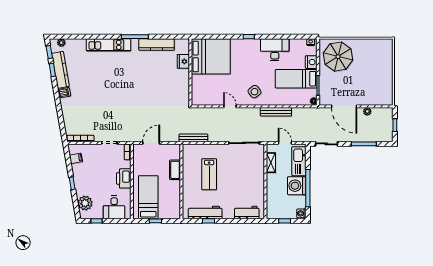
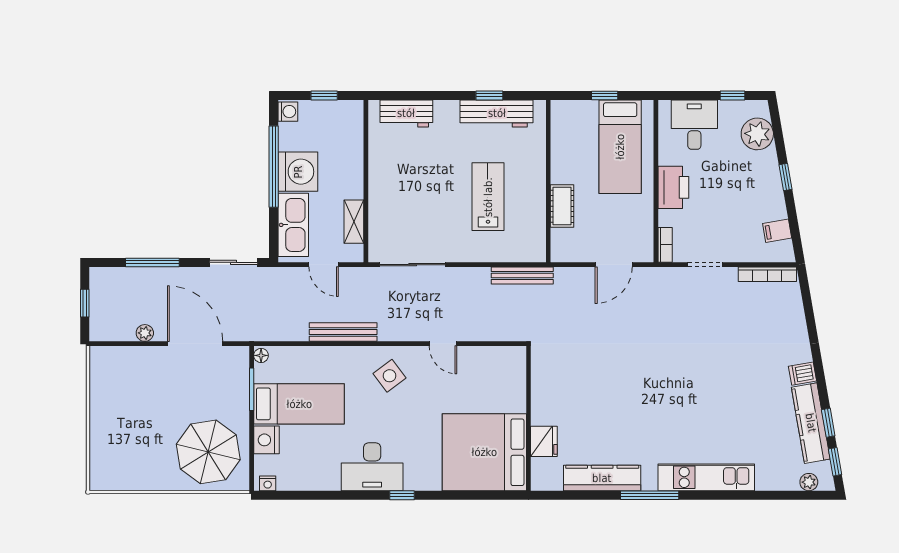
desk: (275, 50) -> (372, 467), moved

